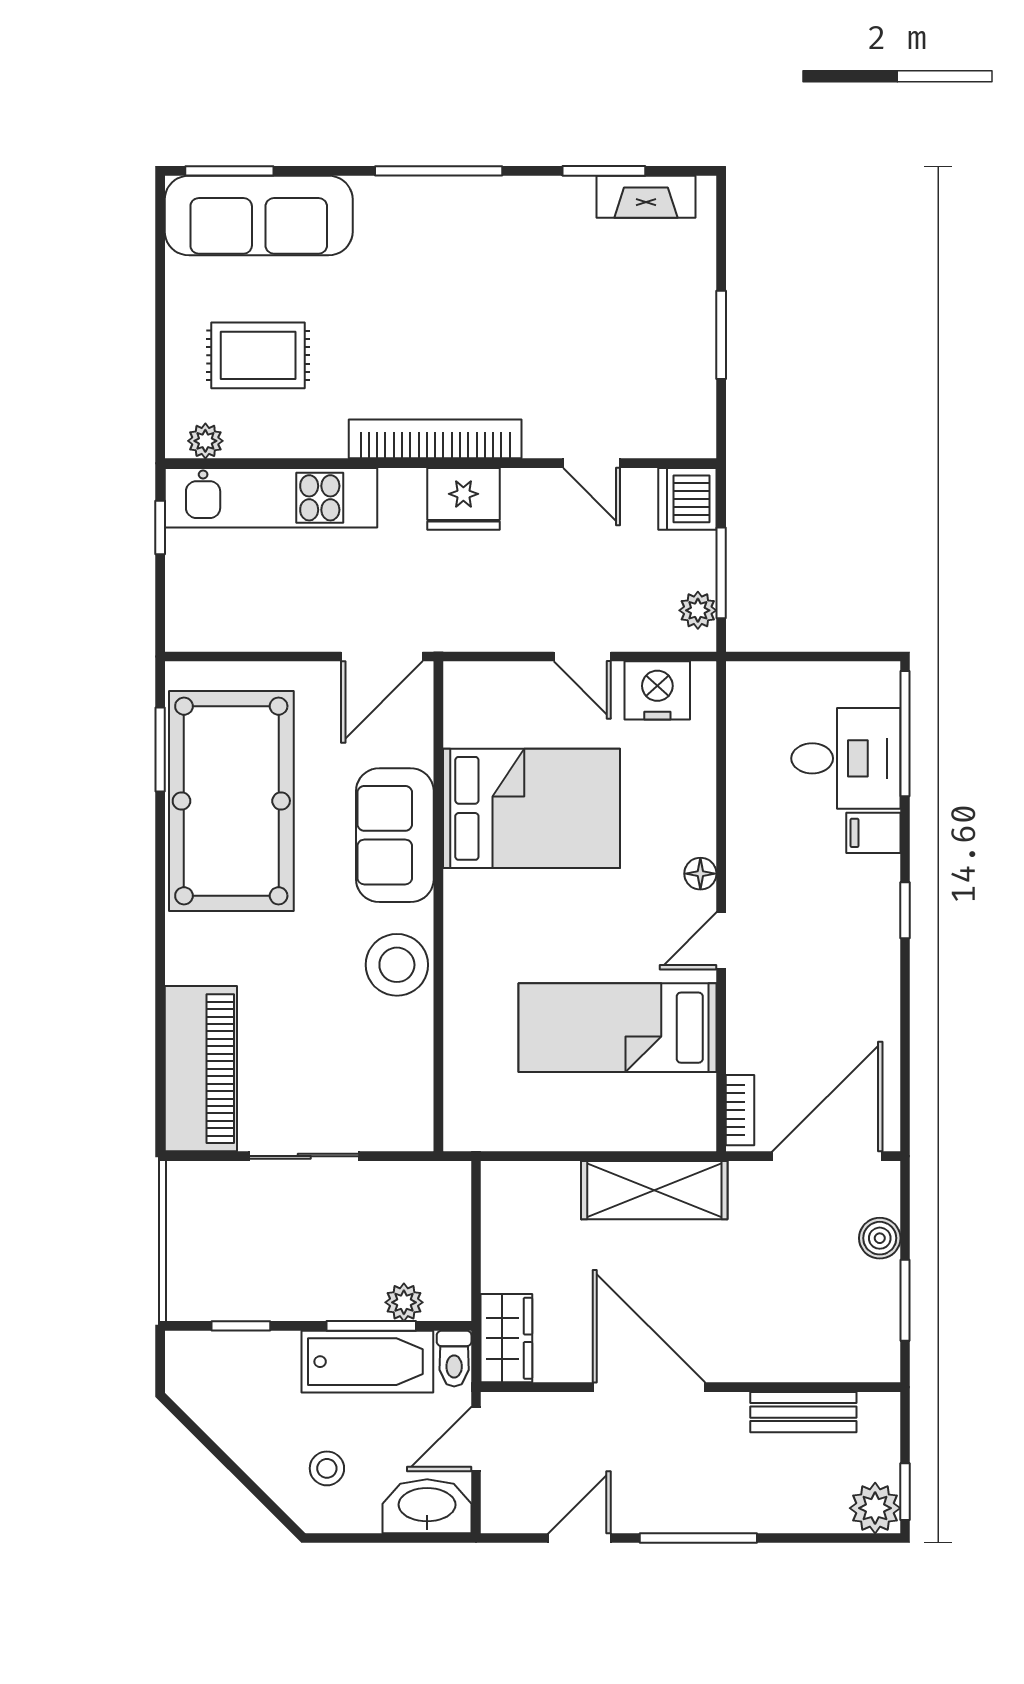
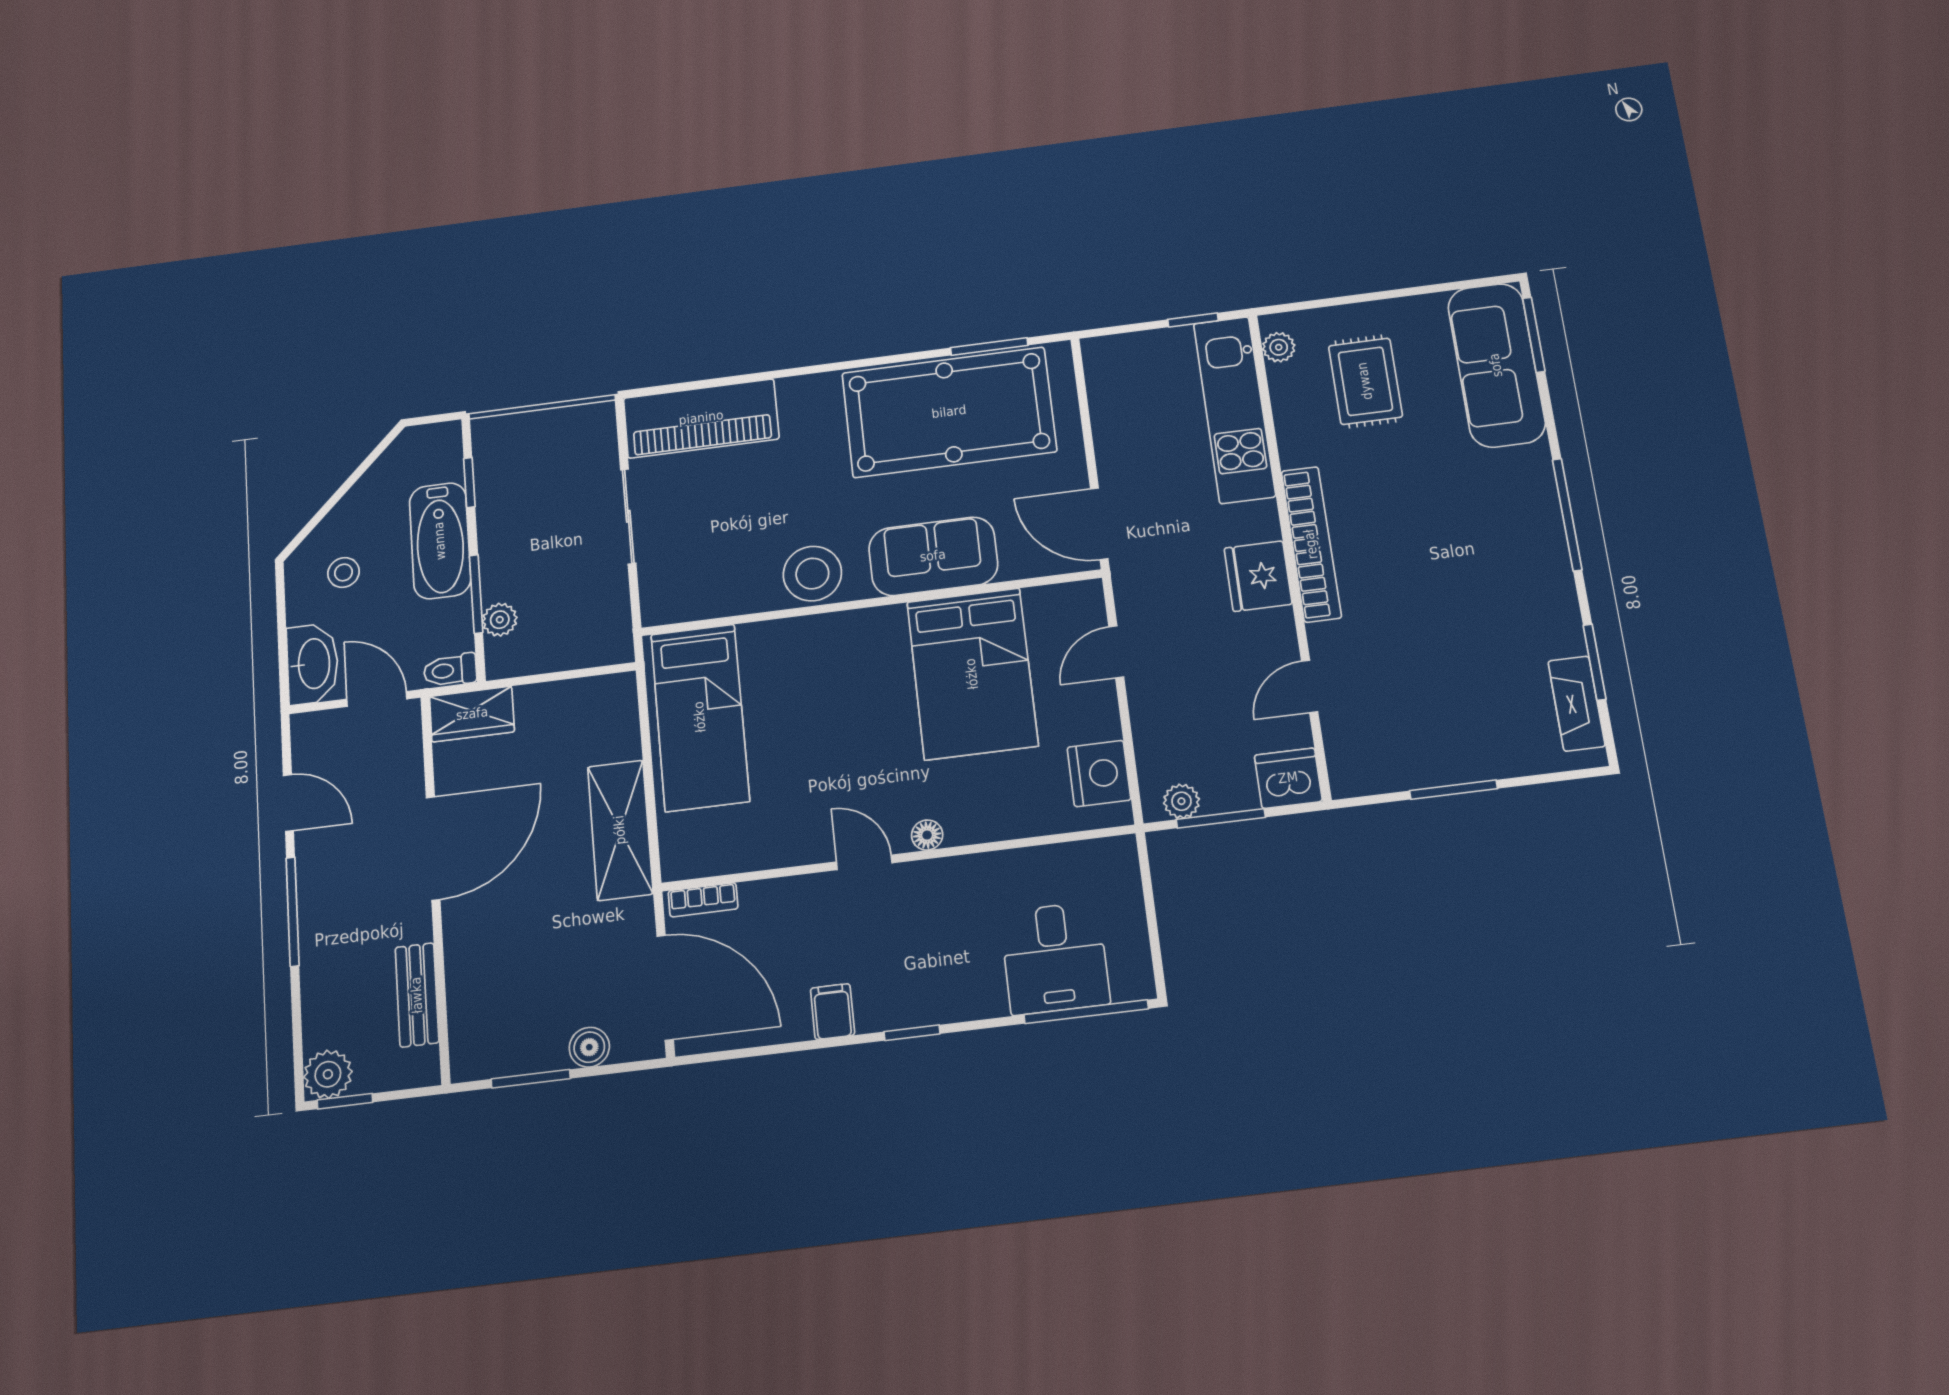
door: (582, 656) -> (1116, 652), moved
filing cabinet: (873, 833) -> (833, 1012), moved
bed: (618, 1028) -> (700, 717), moved, turned 180
bathtub: (367, 1362) -> (440, 541), moved

